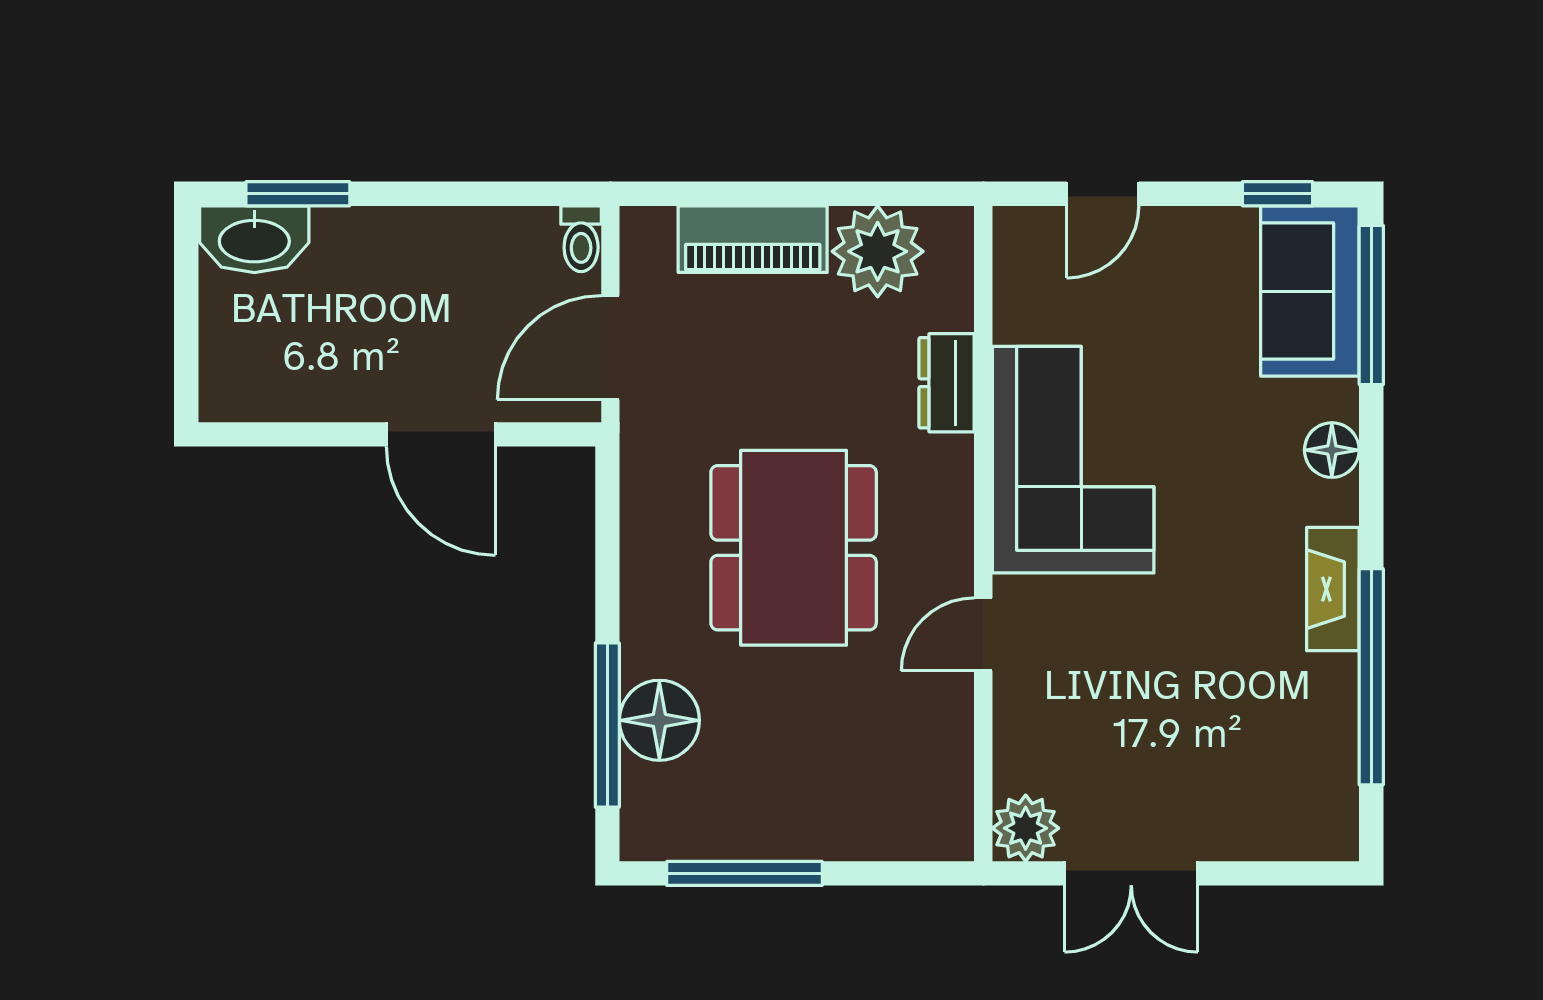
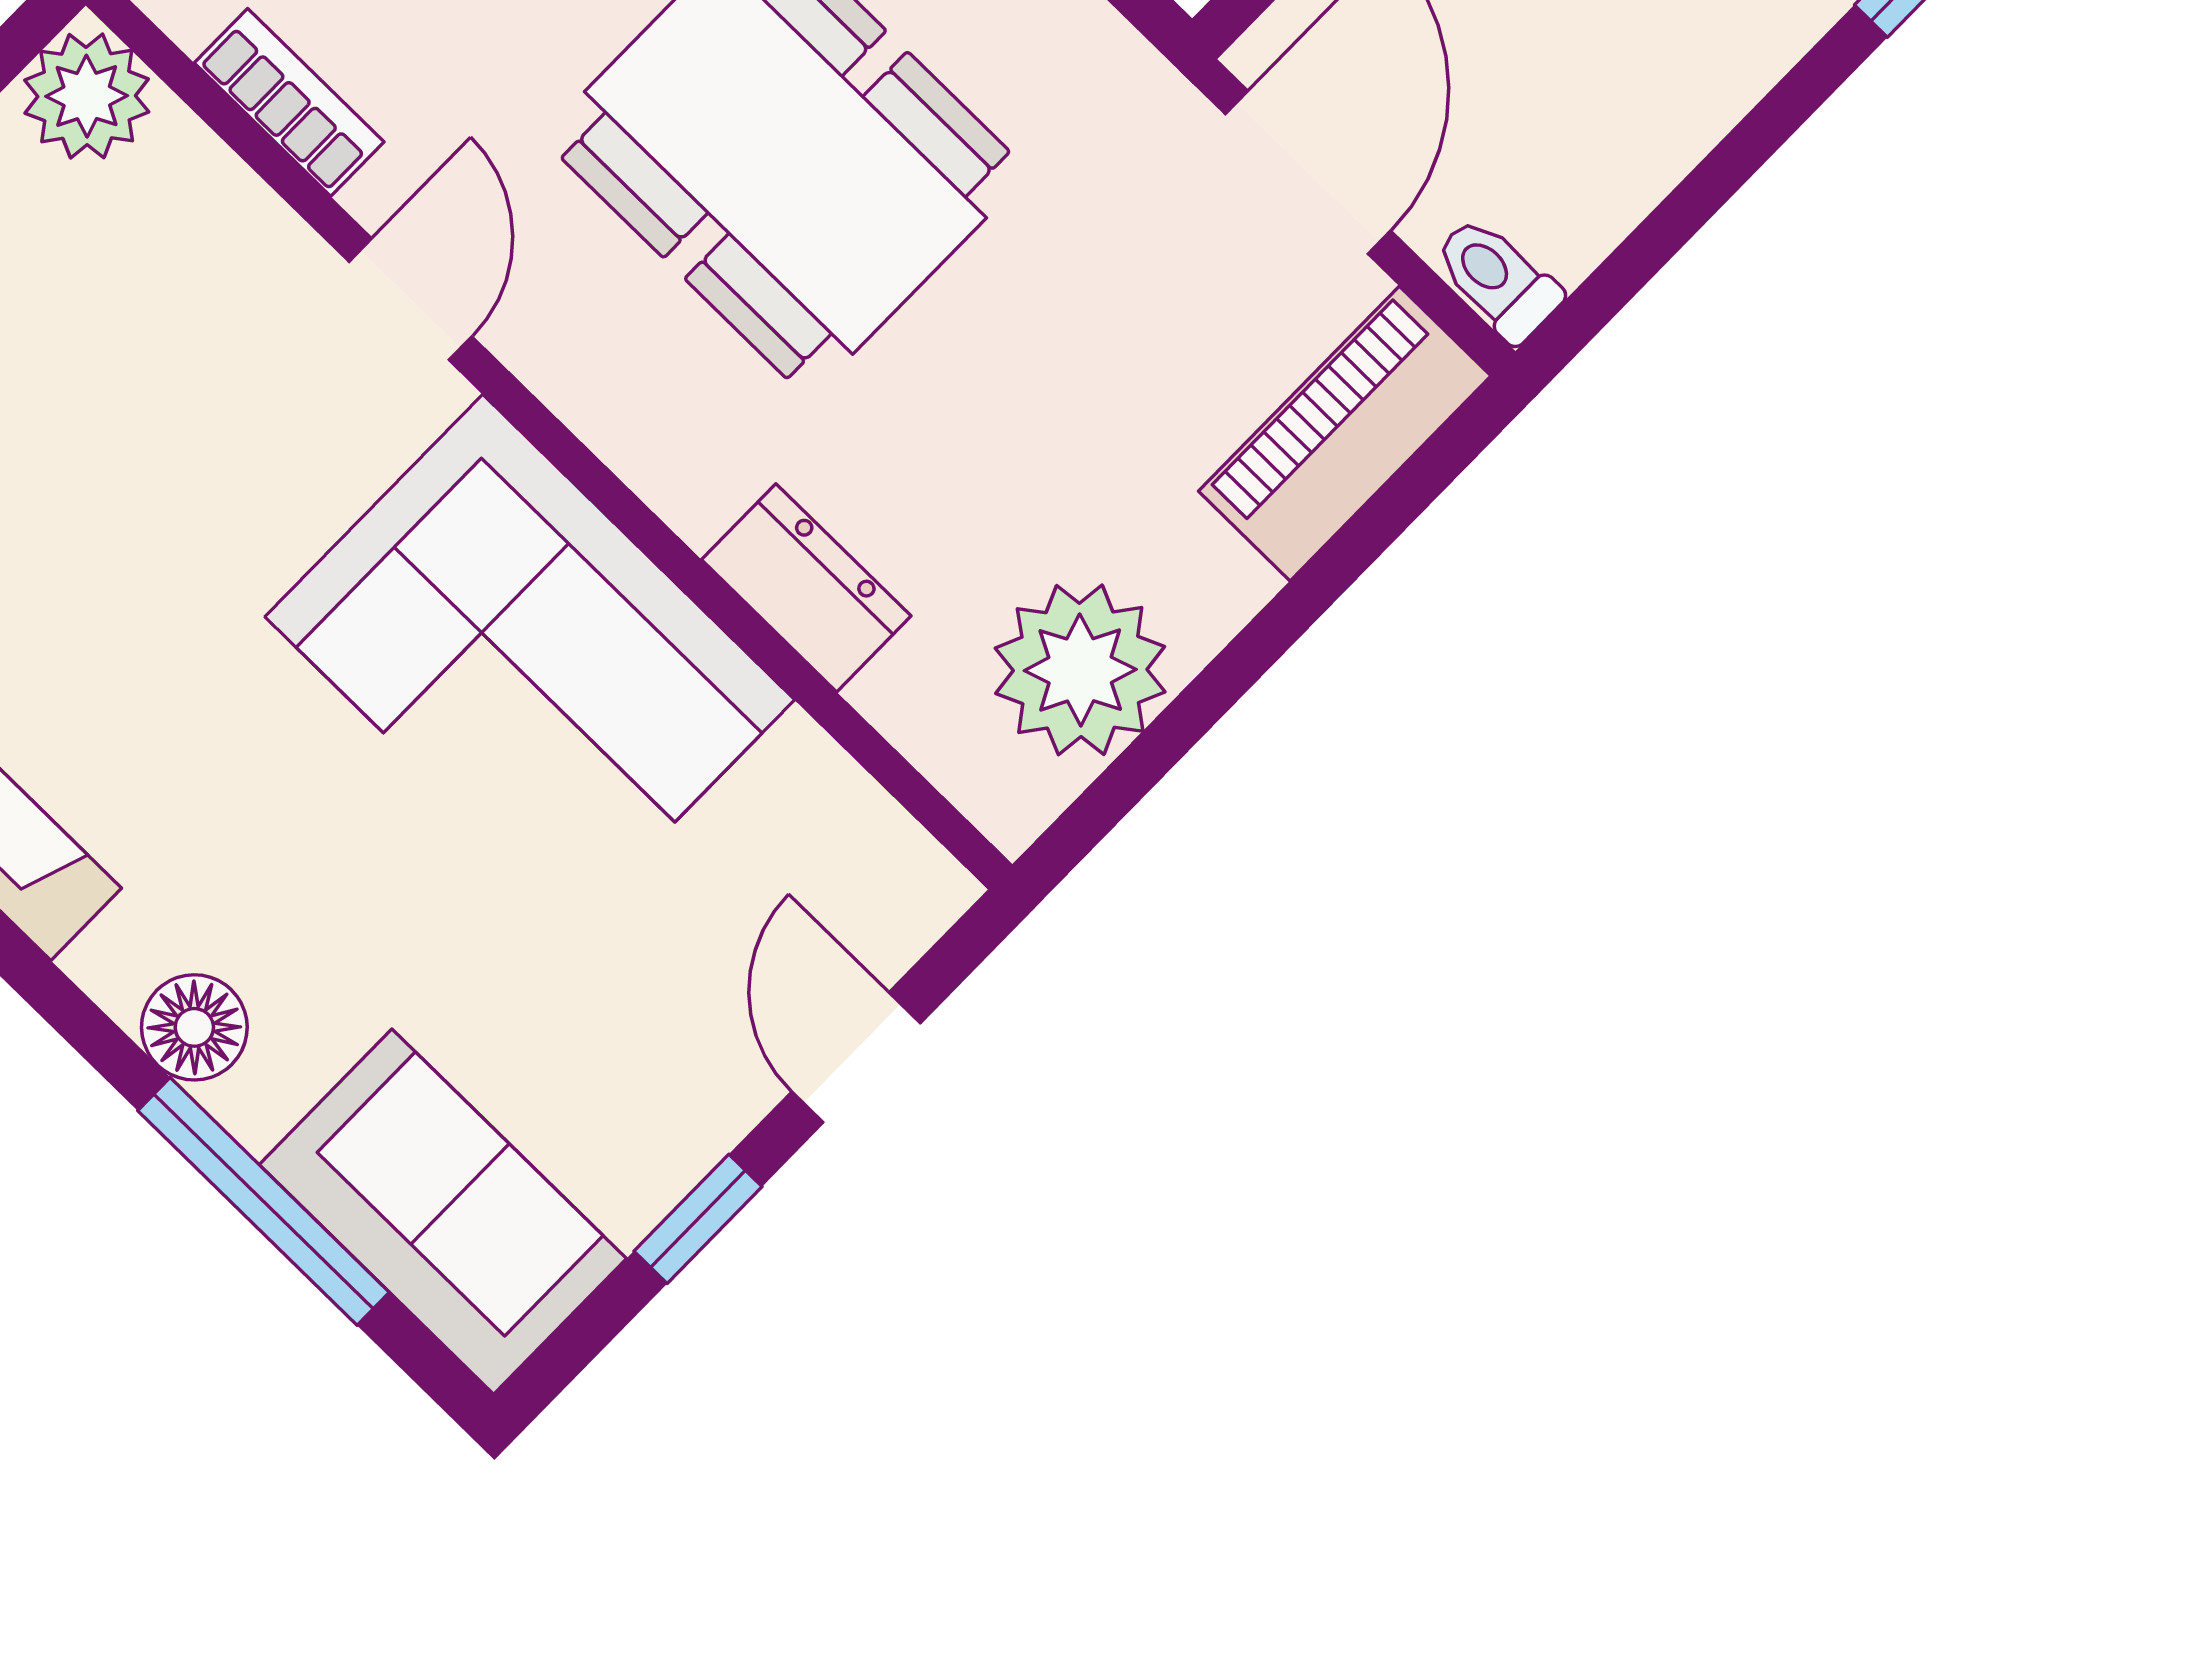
window: (1277, 194) -> (698, 1219), moved
piano: (753, 239) -> (1345, 434), moved
window: (1371, 305) -> (264, 1201), moved
bookcase: (954, 751) -> (289, 102), added

